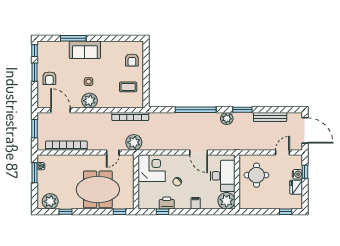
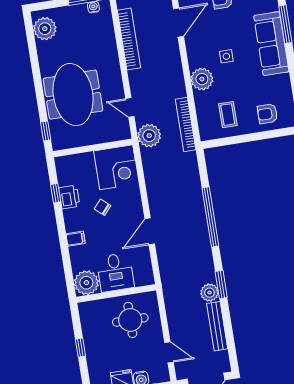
sofa: (85, 50) -> (271, 44), width x1.36
plant: (90, 101) -> (202, 79), moved
plant: (227, 119) -> (210, 293), moved
desk: (223, 176) -> (115, 272), width x0.73
window: (66, 212) -> (33, 53), removed
window: (286, 212) -> (80, 348), moved

